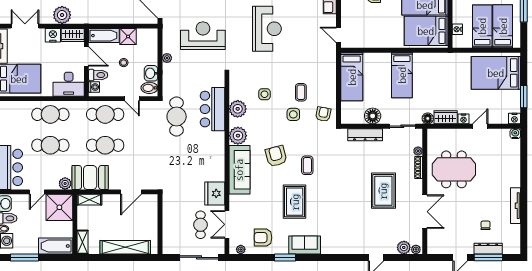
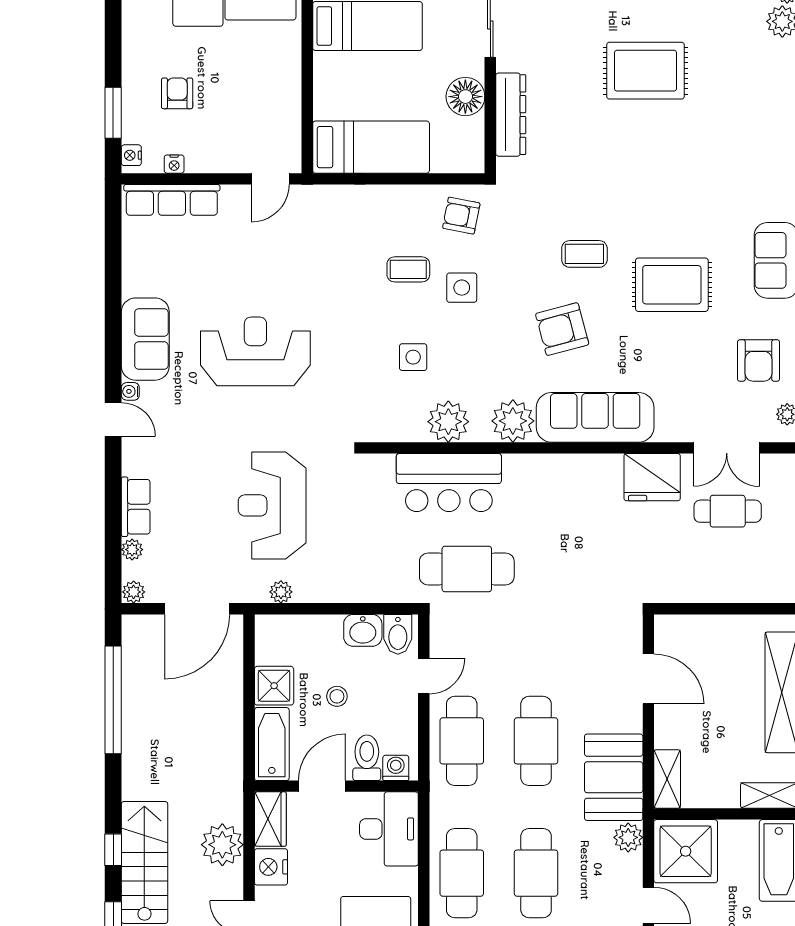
plant: (167, 58) -> (281, 592), moved

